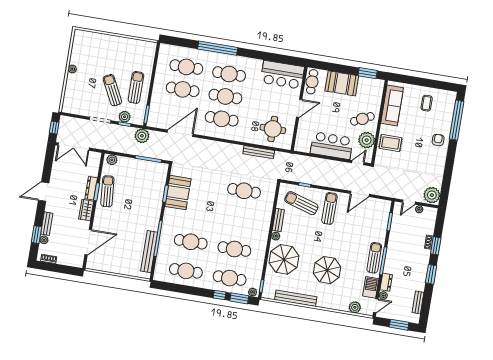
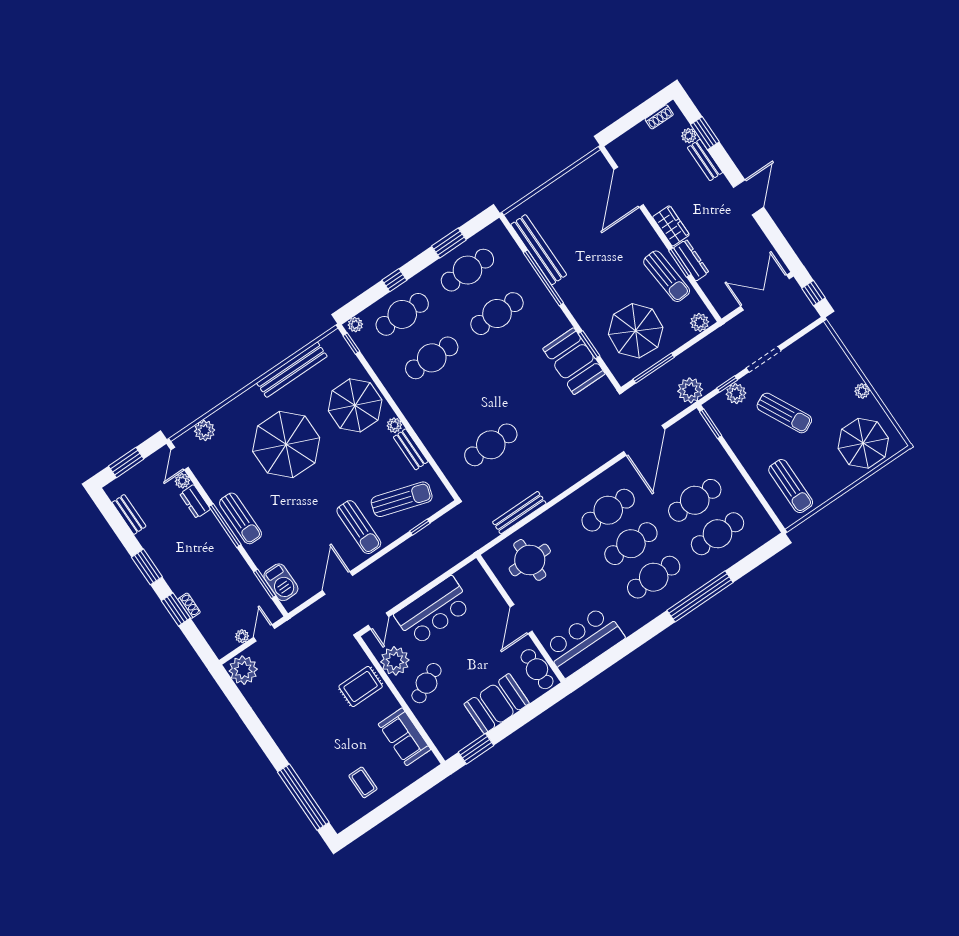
parasol: (92, 47) -> (863, 443), added
sun lounger: (136, 87) -> (791, 486), moved
sofa: (392, 106) -> (404, 737), width x0.73
armchair: (438, 140) -> (303, 749), removed
parasol: (141, 181) -> (636, 331), added
parasol: (327, 270) -> (286, 445), width x1.36, depth x1.36
barbecue: (371, 287) -> (281, 582), moved
window: (239, 298) -> (449, 243), moved

